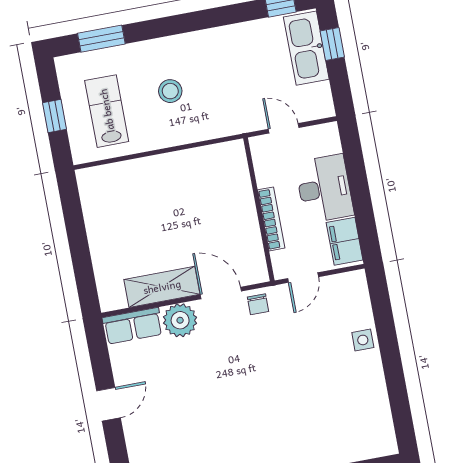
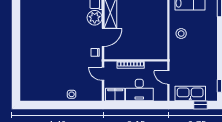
kitchen sink: (306, 48) -> (190, 93), moved
stool: (170, 91) -> (181, 34), moved
door: (284, 128) -> (168, 77), swing flipped

